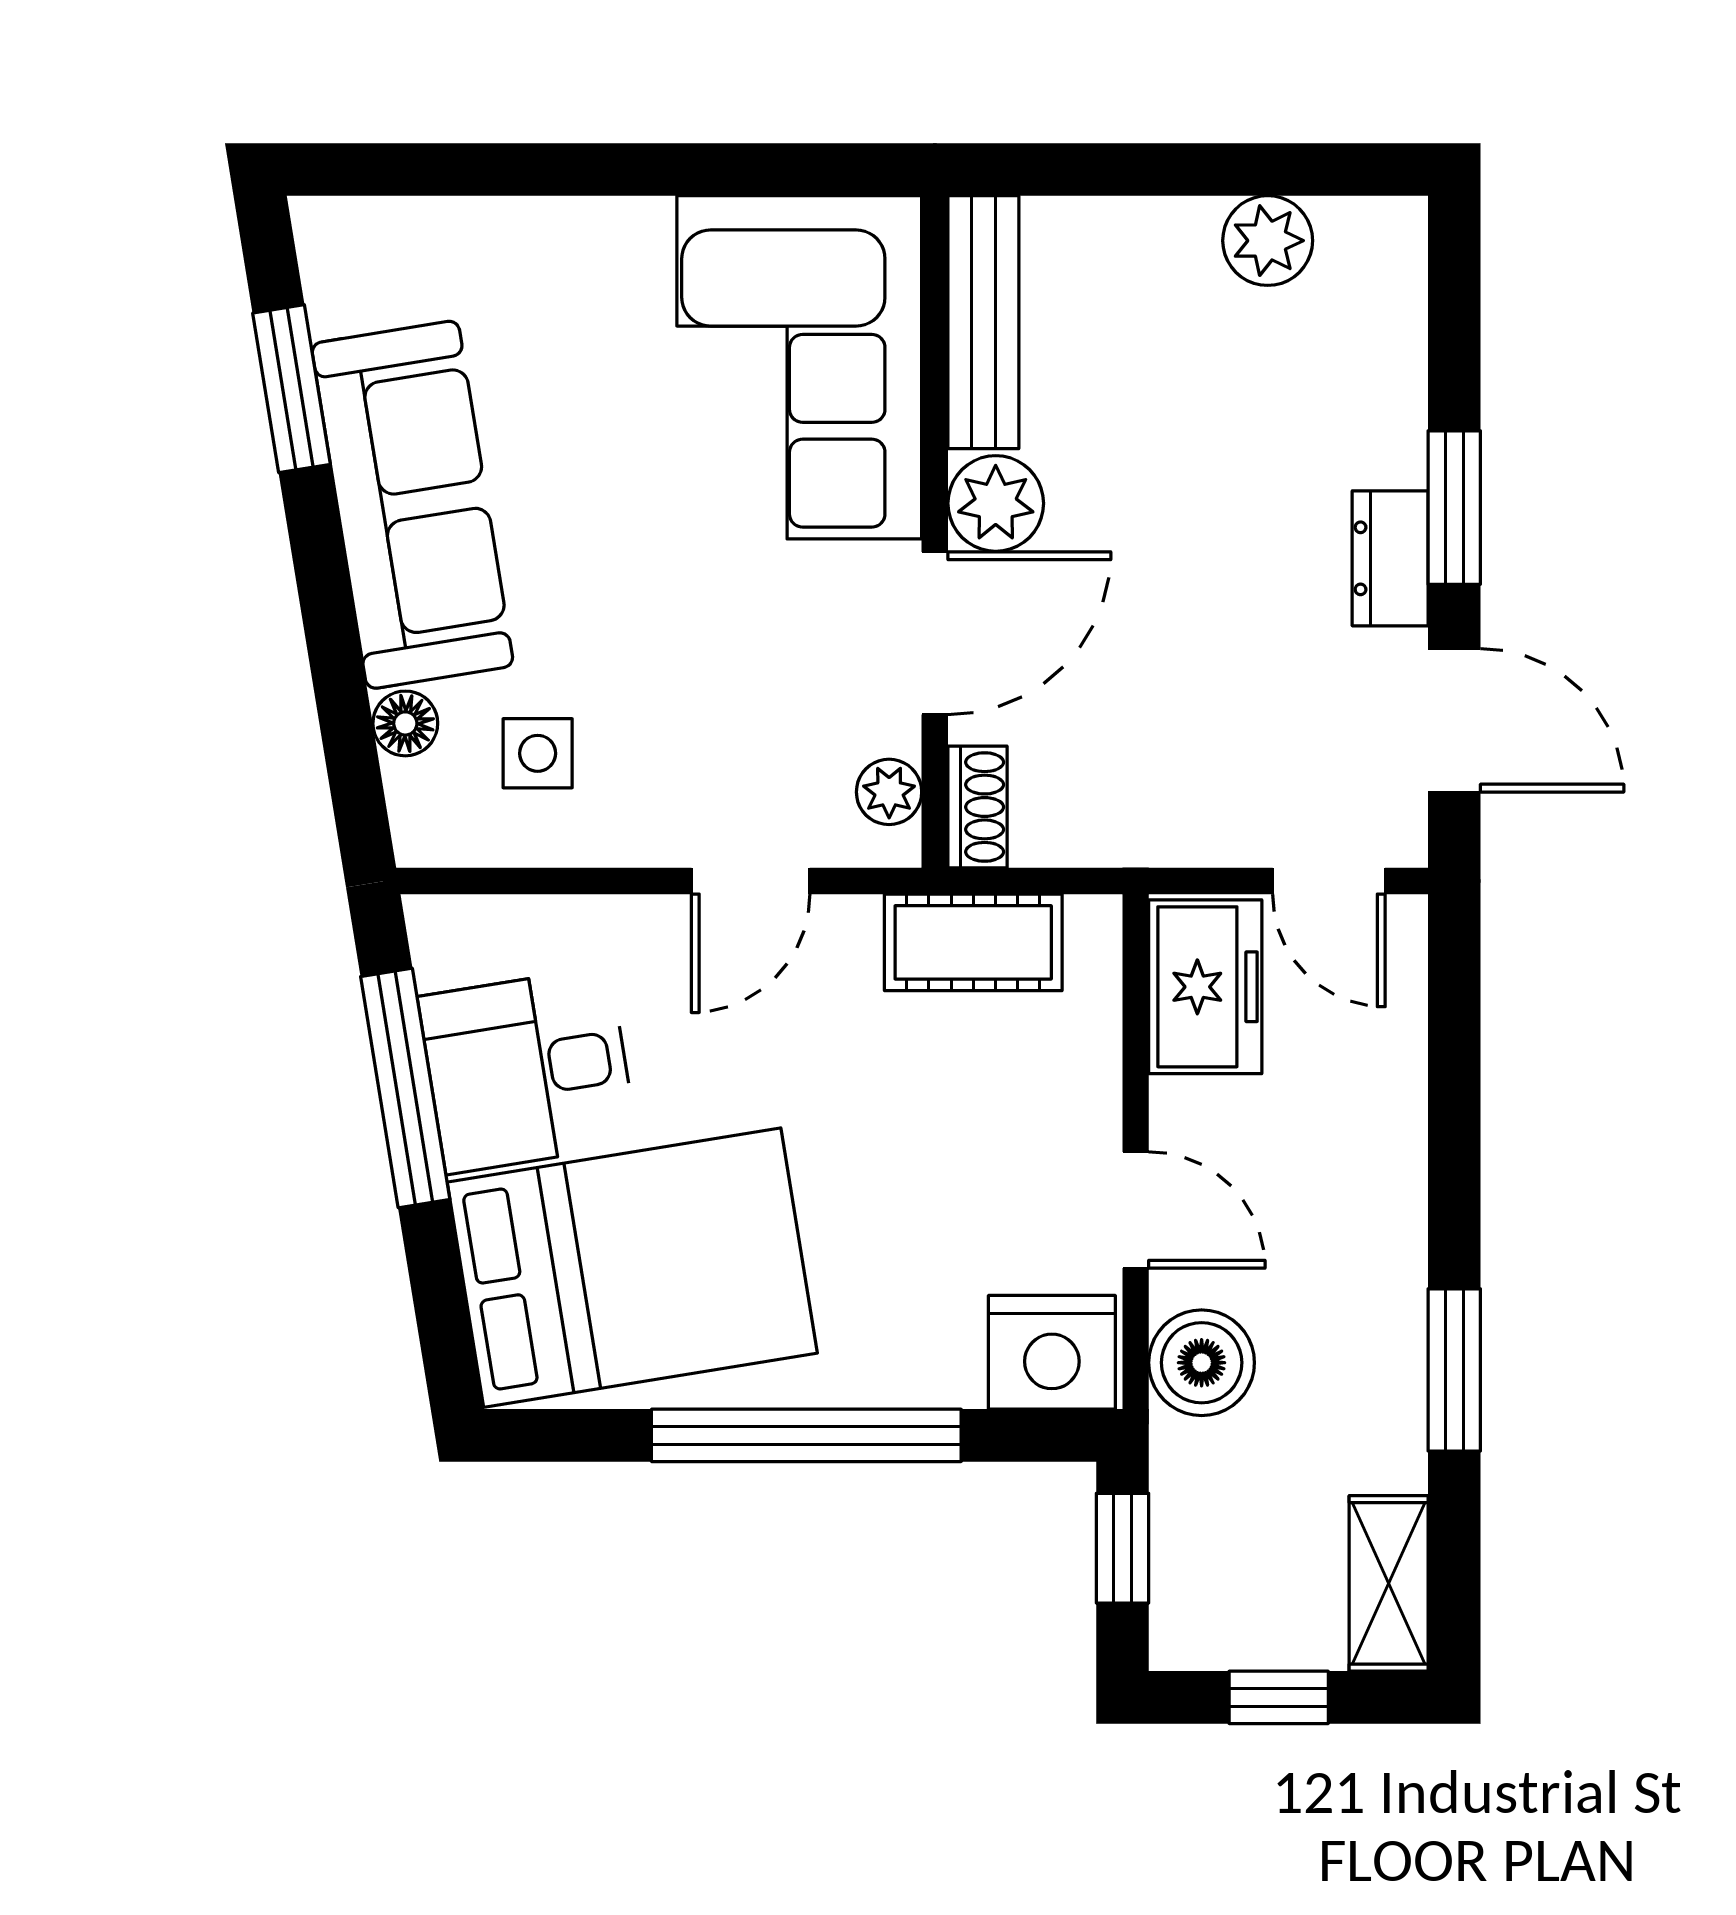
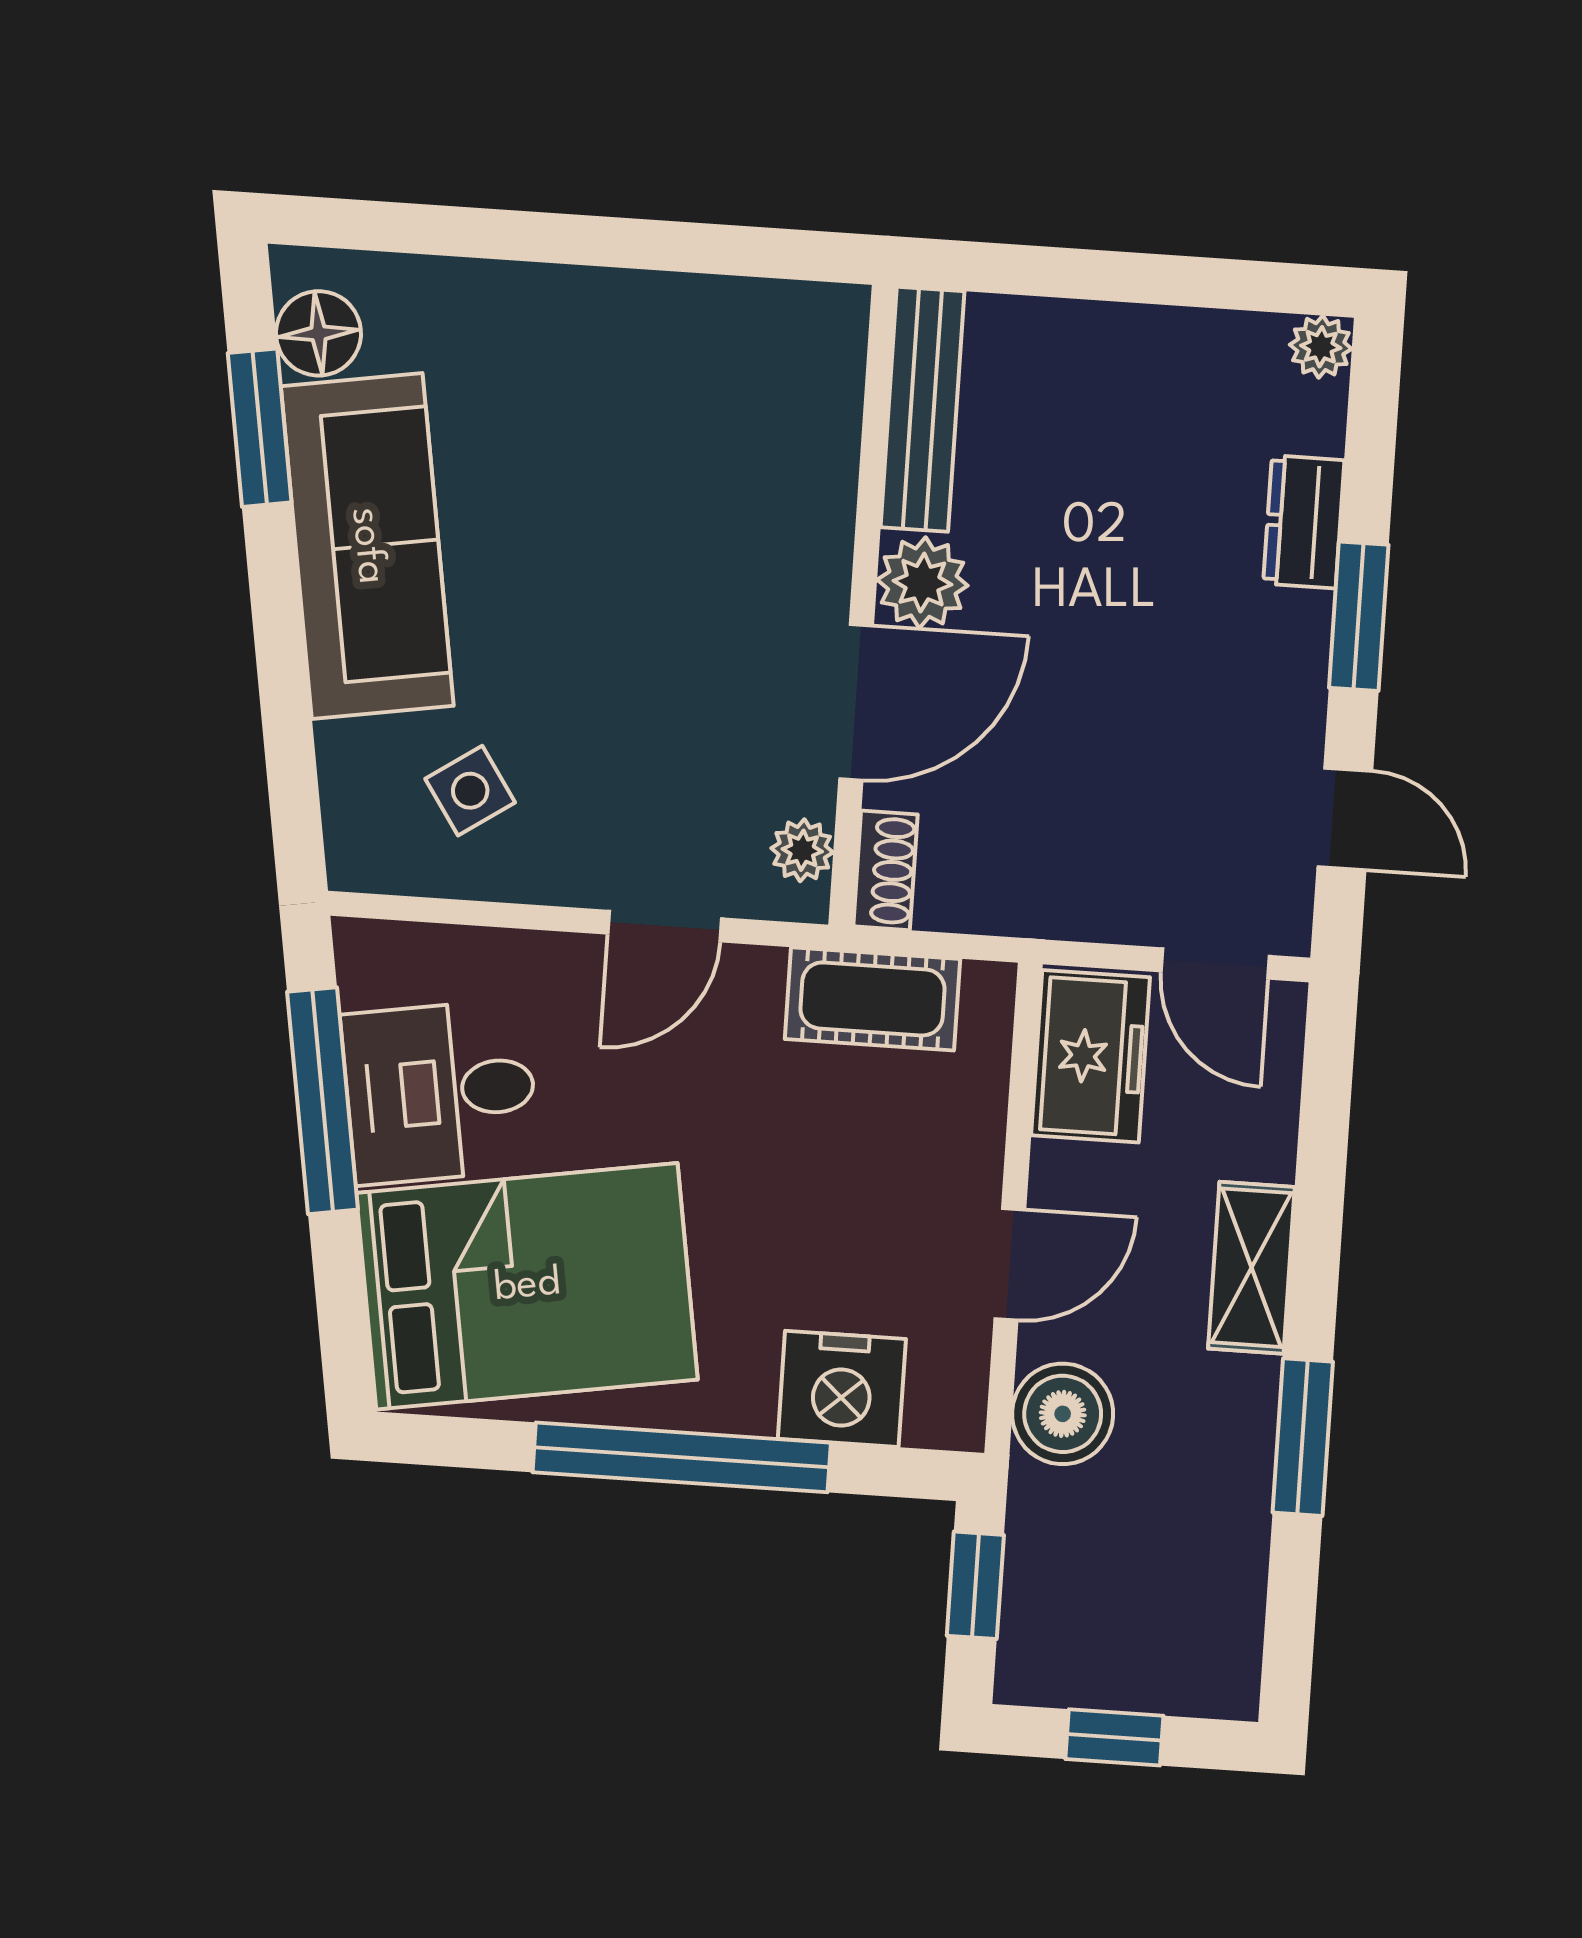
plant: (1268, 241) -> (1321, 347), moved, width x0.73, depth x0.73
corner sofa: (799, 367) -> (744, 440), removed
dresser: (1390, 558) -> (1304, 522), moved
door: (1454, 720) -> (1345, 819), width x0.73
floor lamp: (405, 723) -> (318, 333), moved, width x1.37, depth x1.37
side table: (538, 753) -> (470, 791), turned -34
door: (1136, 1210) -> (1010, 1264), hinge flipped
nightstand: (1052, 1352) -> (842, 1389), moved
shelving: (1389, 1583) -> (1251, 1268), moved

